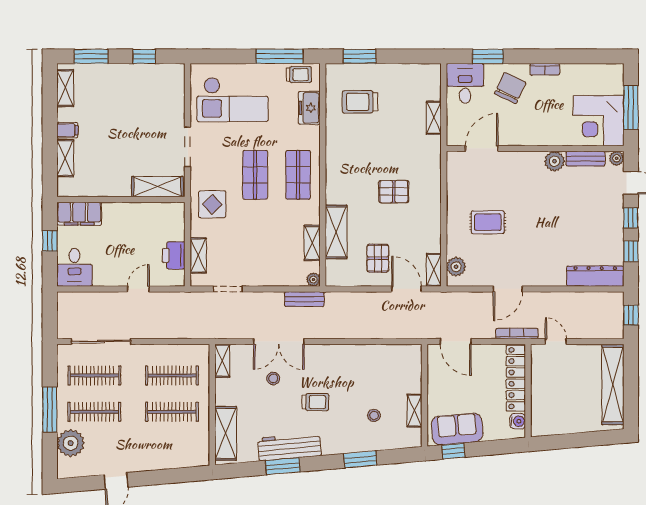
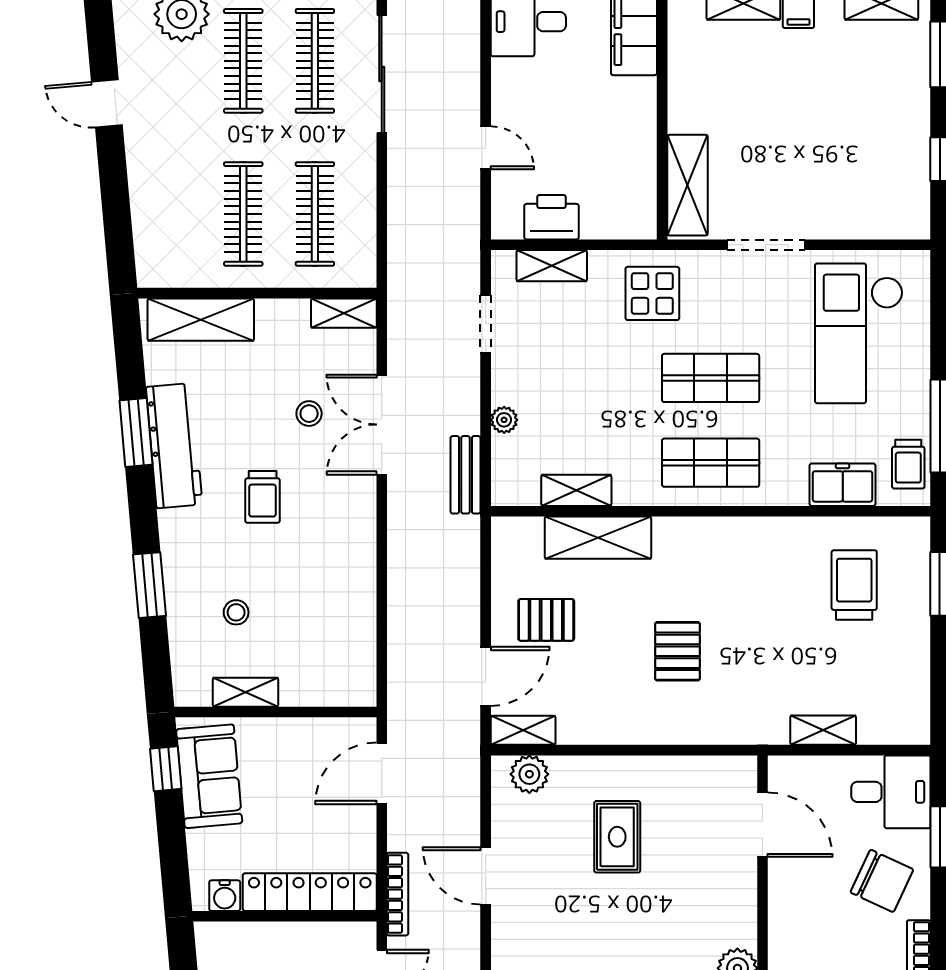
plant: (313, 280) -> (504, 420), moved

